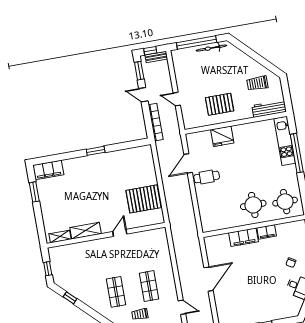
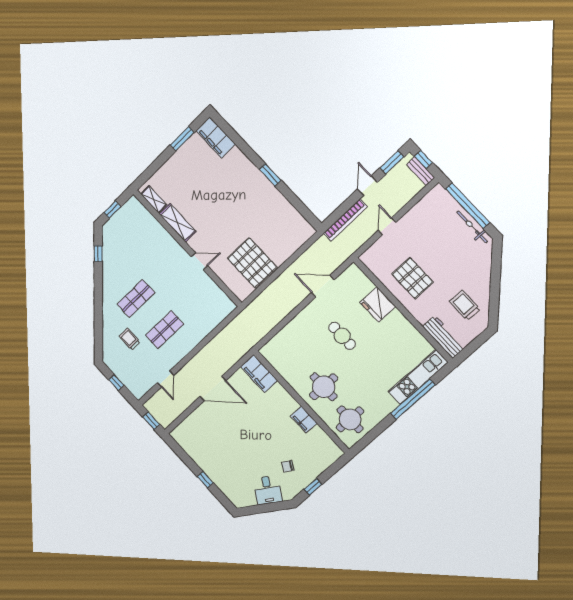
cafe table: (207, 177) -> (342, 336), moved
filing cabinet: (244, 237) -> (259, 374), moved

